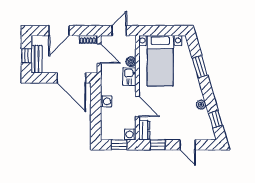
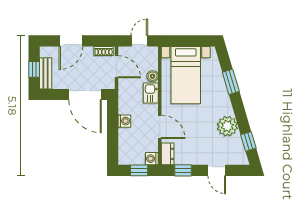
plant: (201, 105) -> (227, 126), width x1.88, depth x1.88

